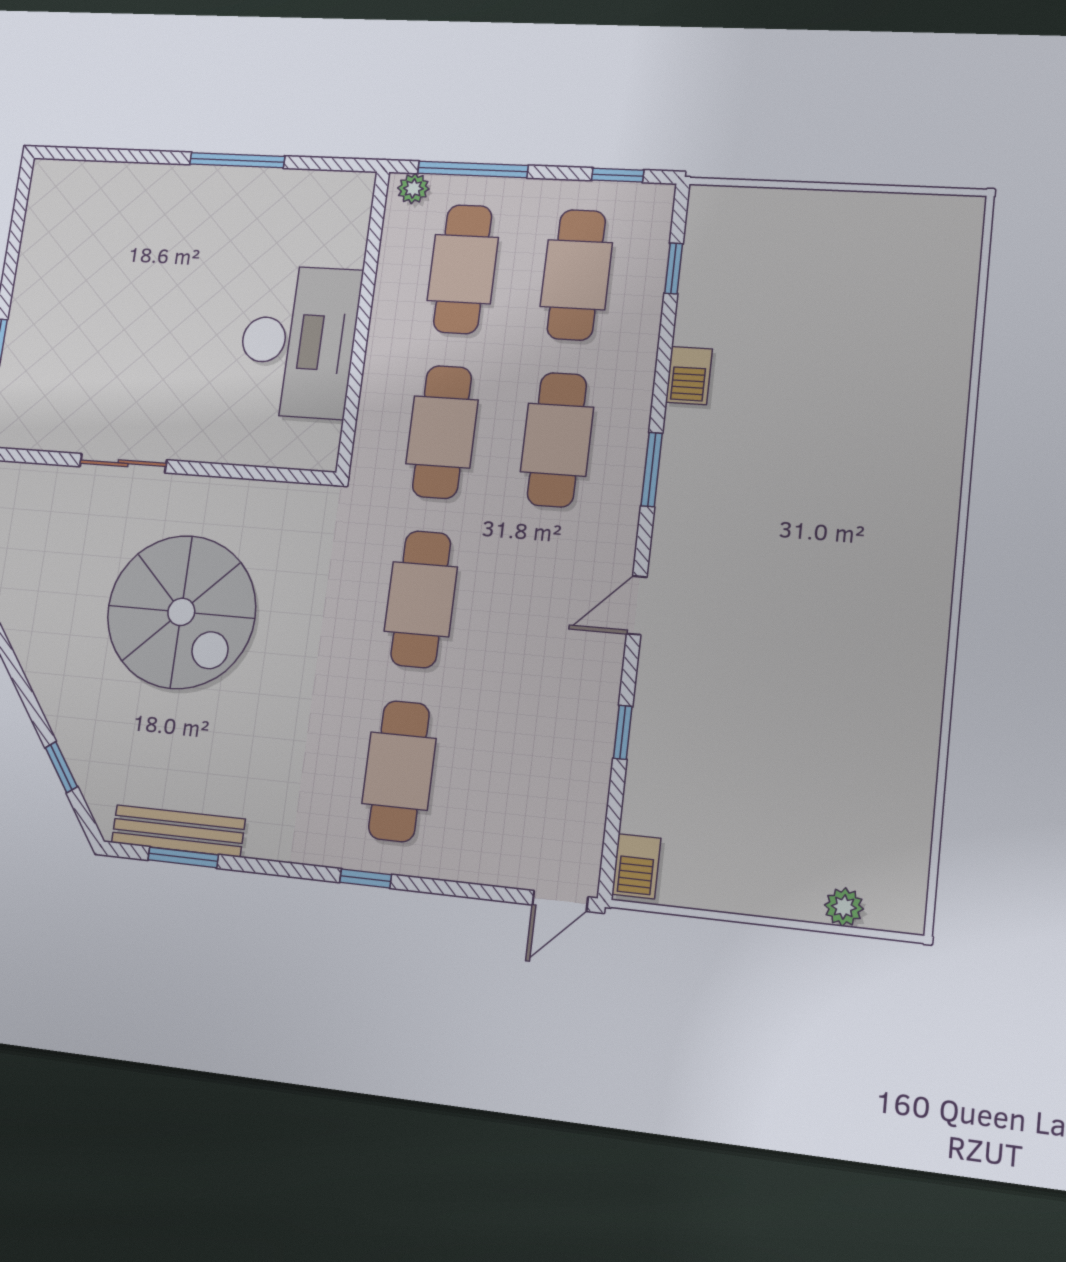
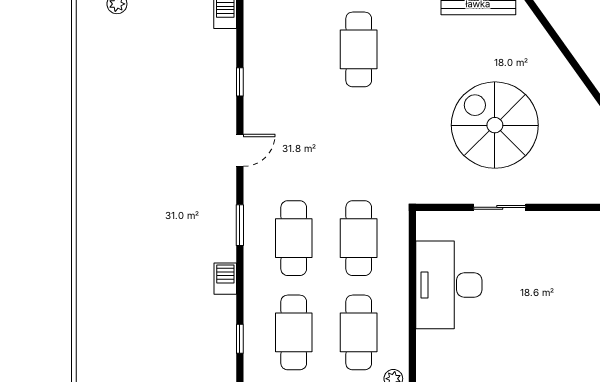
sliding door: (123, 463) -> (500, 207), moved
cafe table: (421, 599) -> (359, 144), removed
window: (61, 767) -> (552, 32), removed

